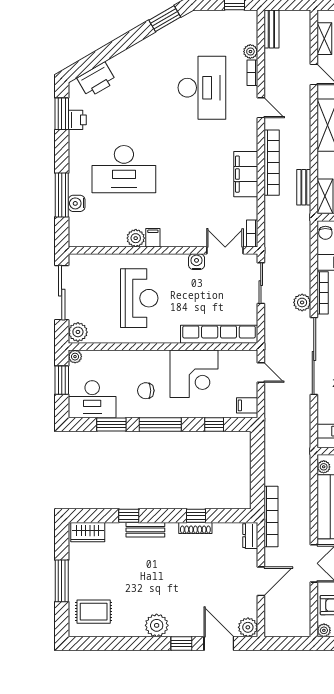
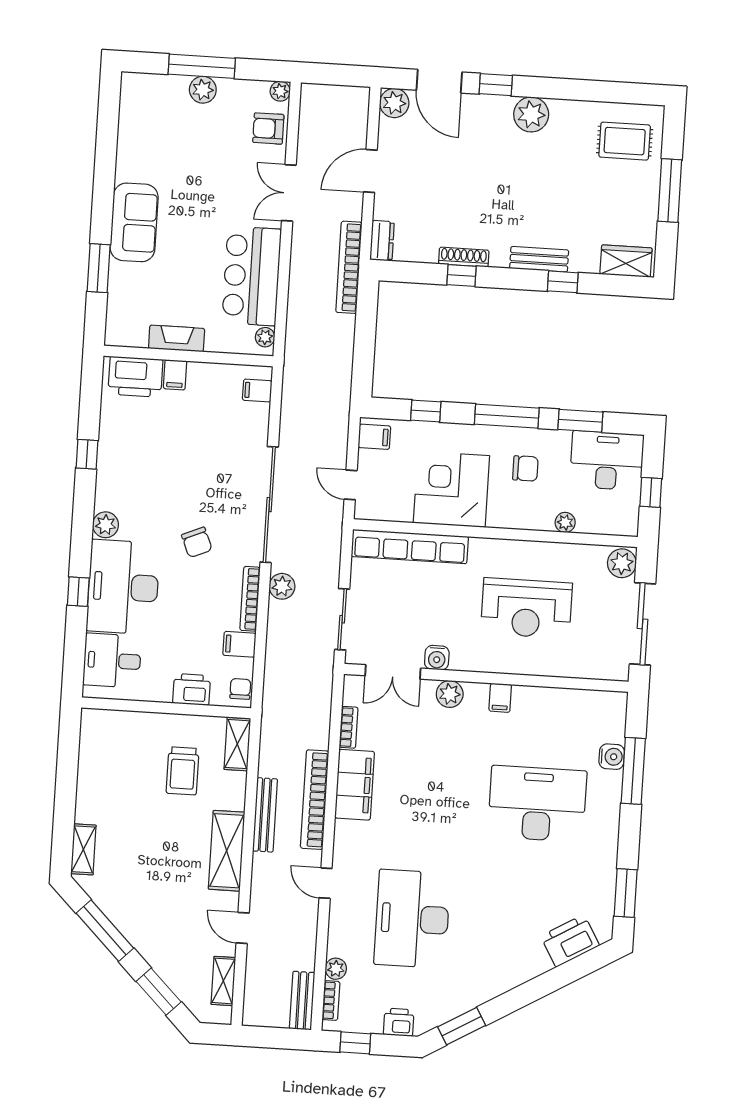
bookcase: (252, 73) -> (331, 1001), moved
printer: (77, 120) -> (399, 1022), moved, turned 90
bench: (304, 187) -> (265, 815), moved, width x1.36
bookcase: (252, 233) -> (349, 727), moved
plant: (136, 238) -> (450, 694), moved
reception desk: (139, 298) -> (526, 608), turned -90
plant: (75, 357) -> (565, 522), moved
window: (62, 380) -> (651, 492), width x0.67

